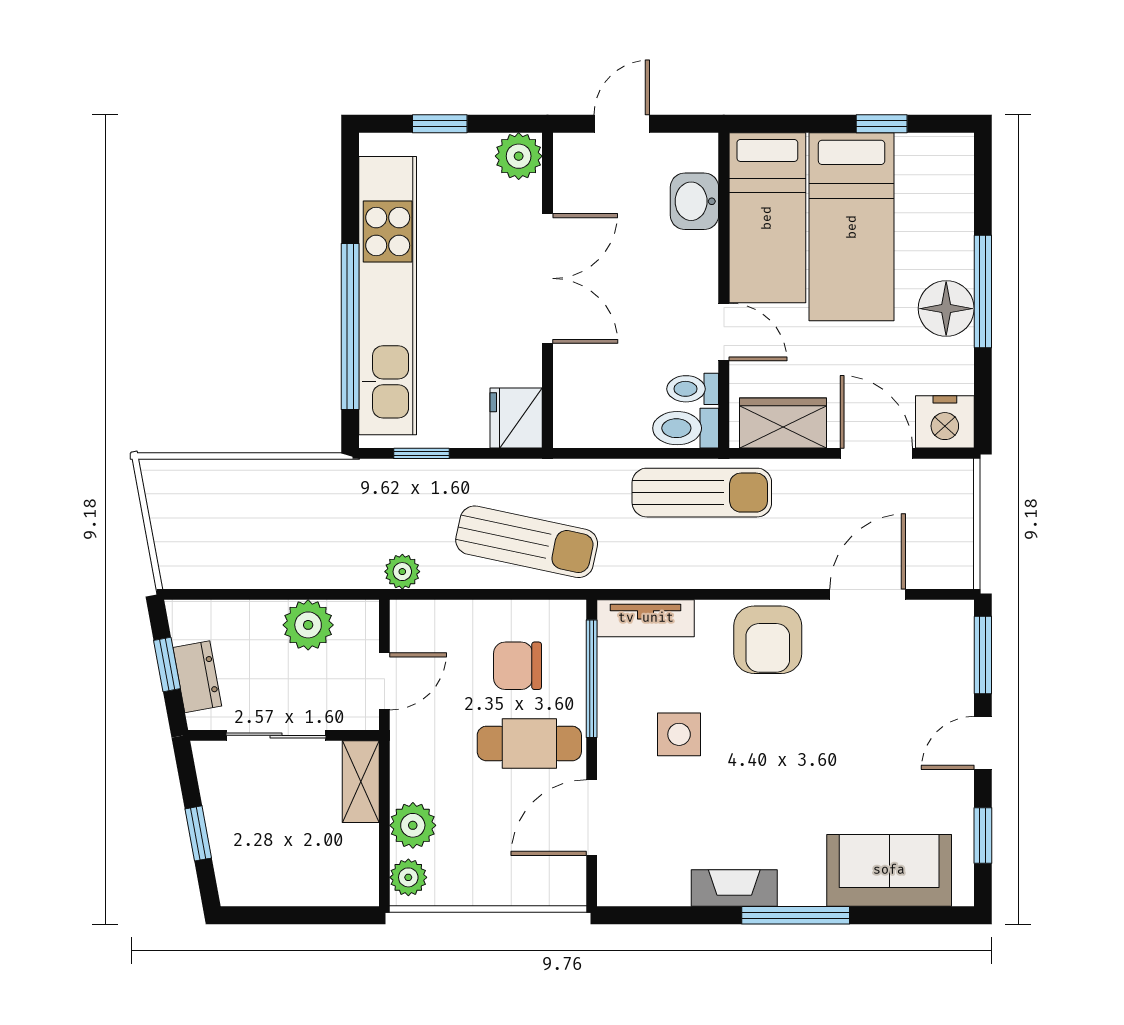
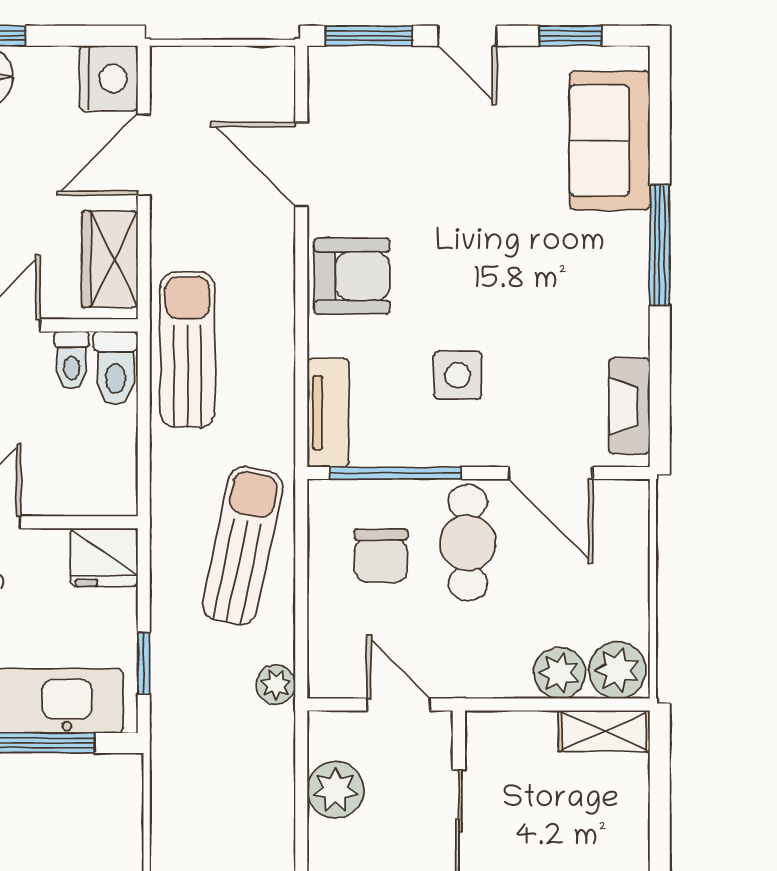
shelving: (361, 782) -> (604, 731), moved
plant: (408, 877) -> (617, 670), width x1.38, depth x1.38
fireplace: (734, 888) -> (629, 406), moved

